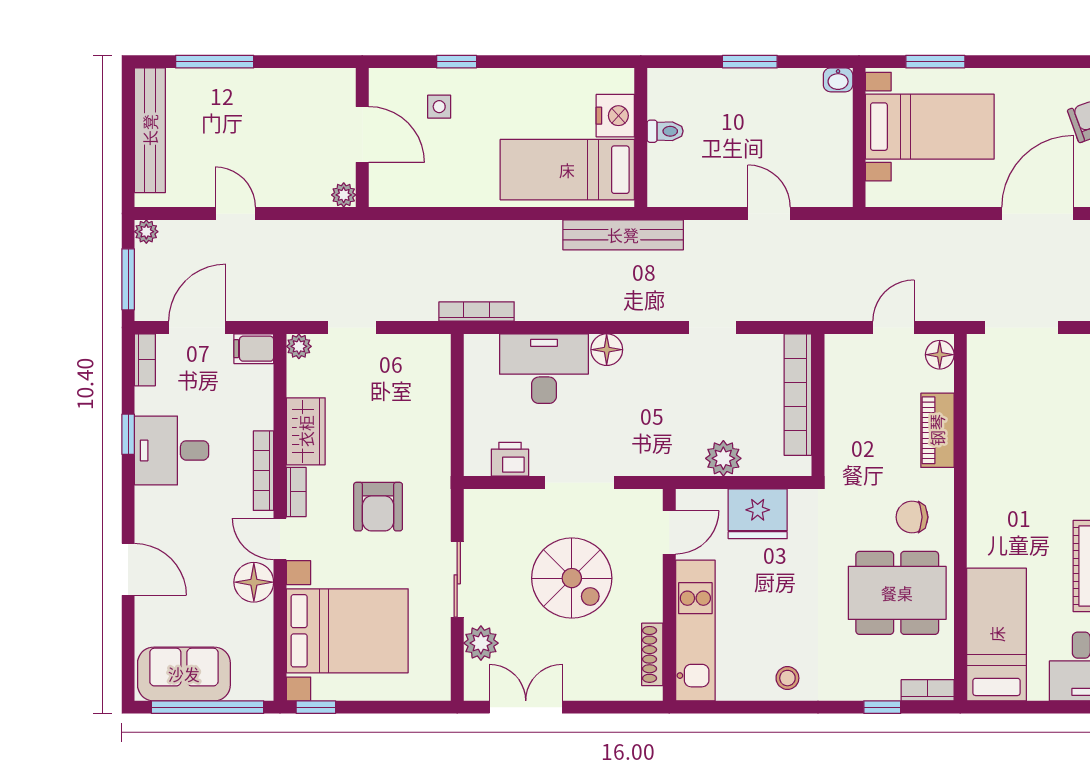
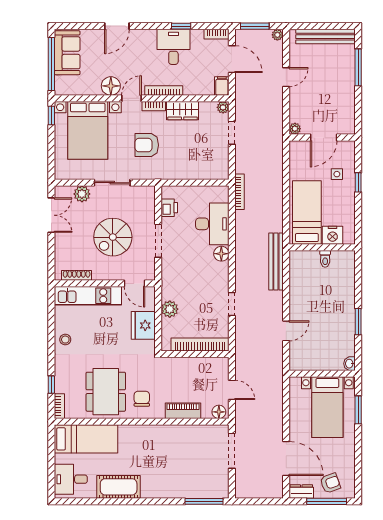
nightstand: (615, 116) -> (333, 235), moved
toilet: (665, 131) -> (325, 259), moved
wall: (641, 138) -> (322, 247), moved
bed: (567, 170) -> (307, 212), moved

